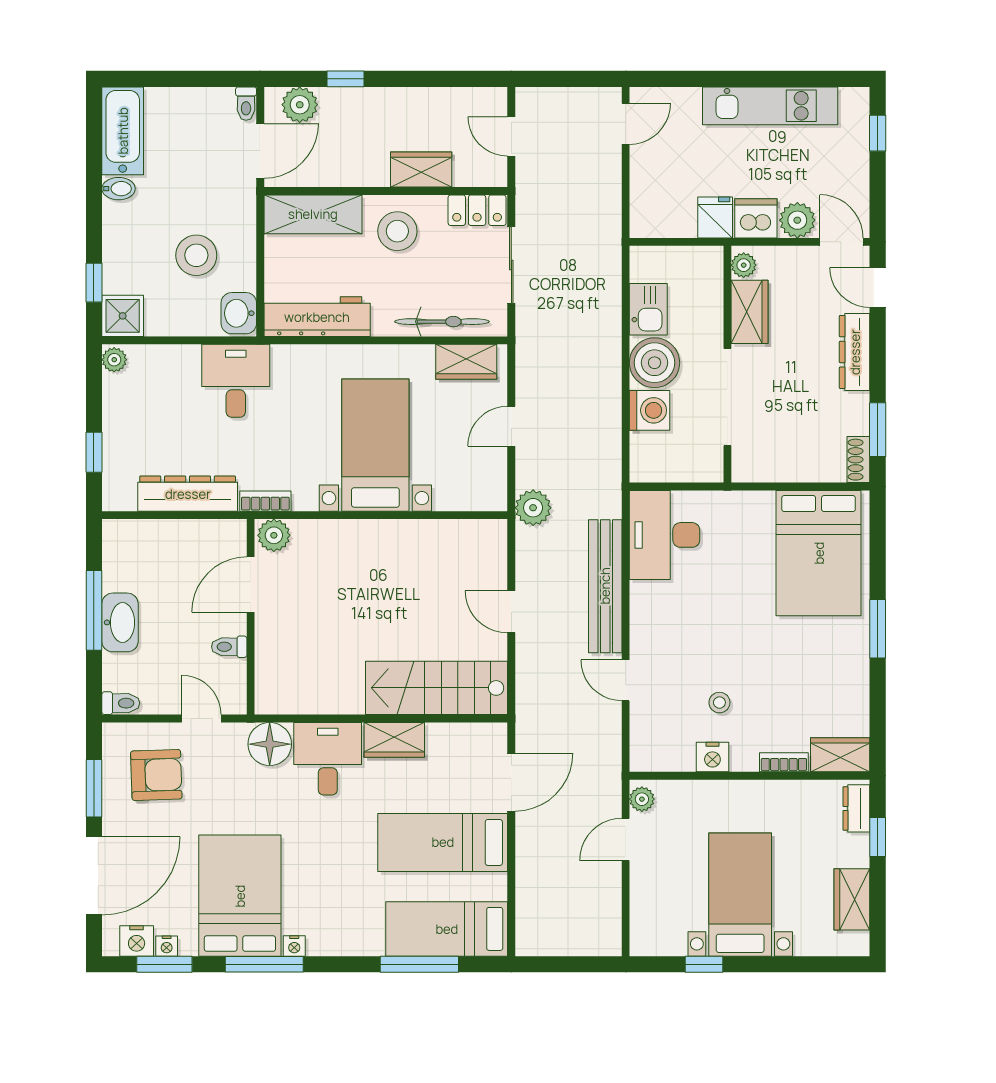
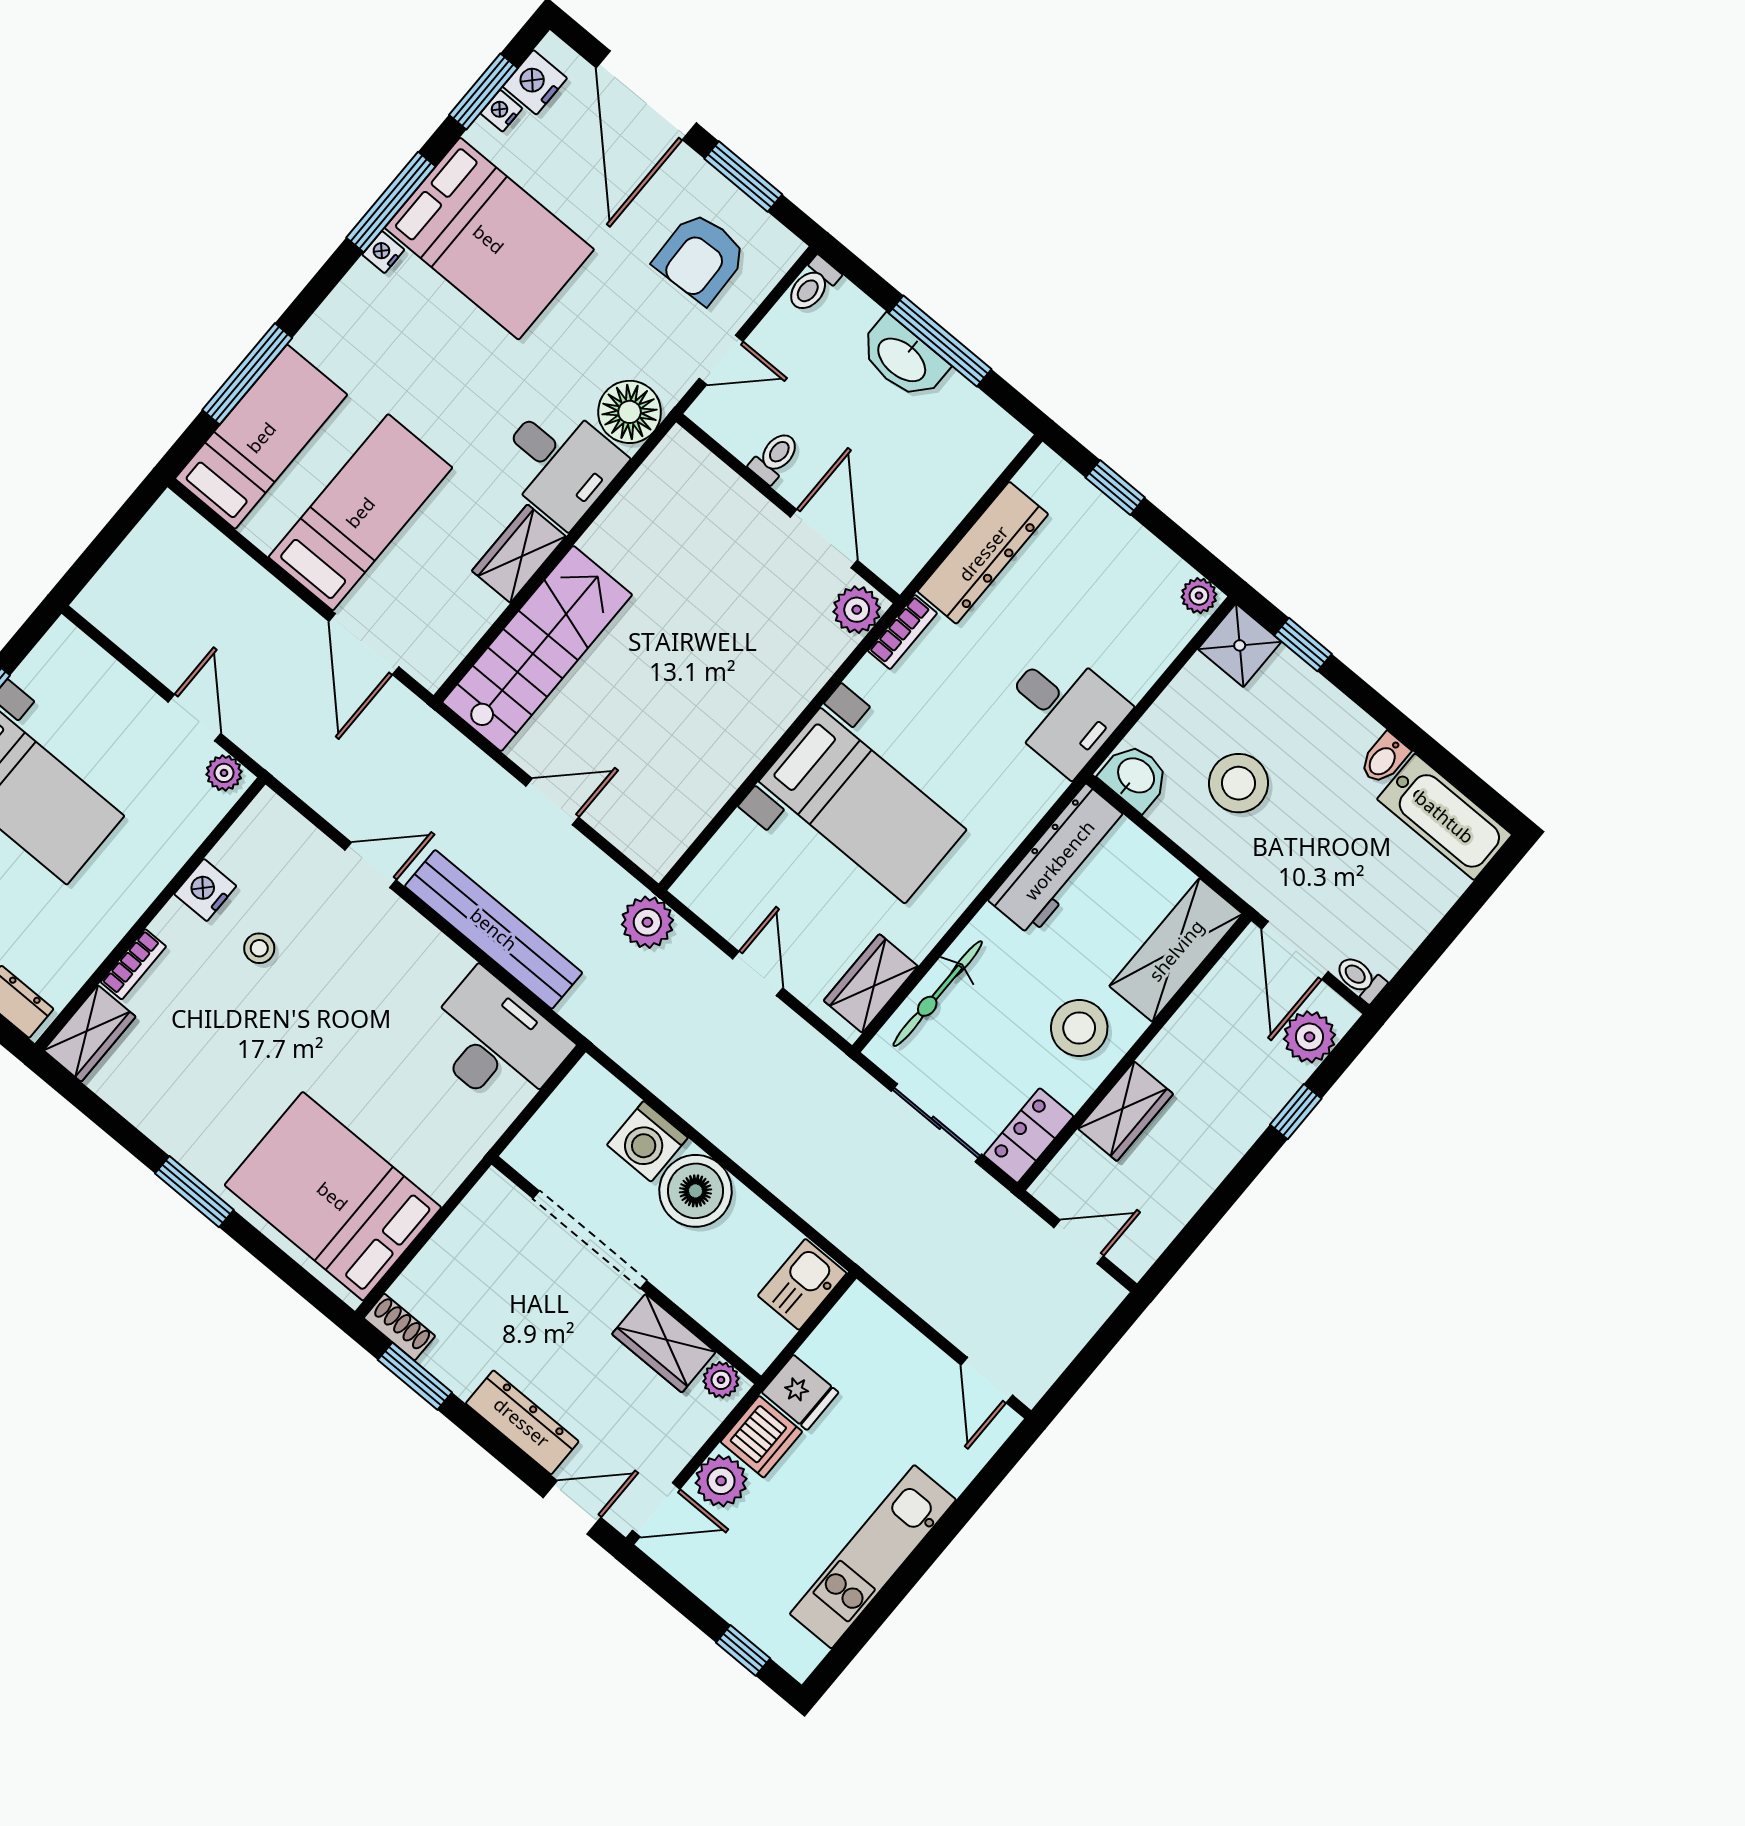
kitchen sink: (648, 309) -> (802, 1284), moved, turned 90

